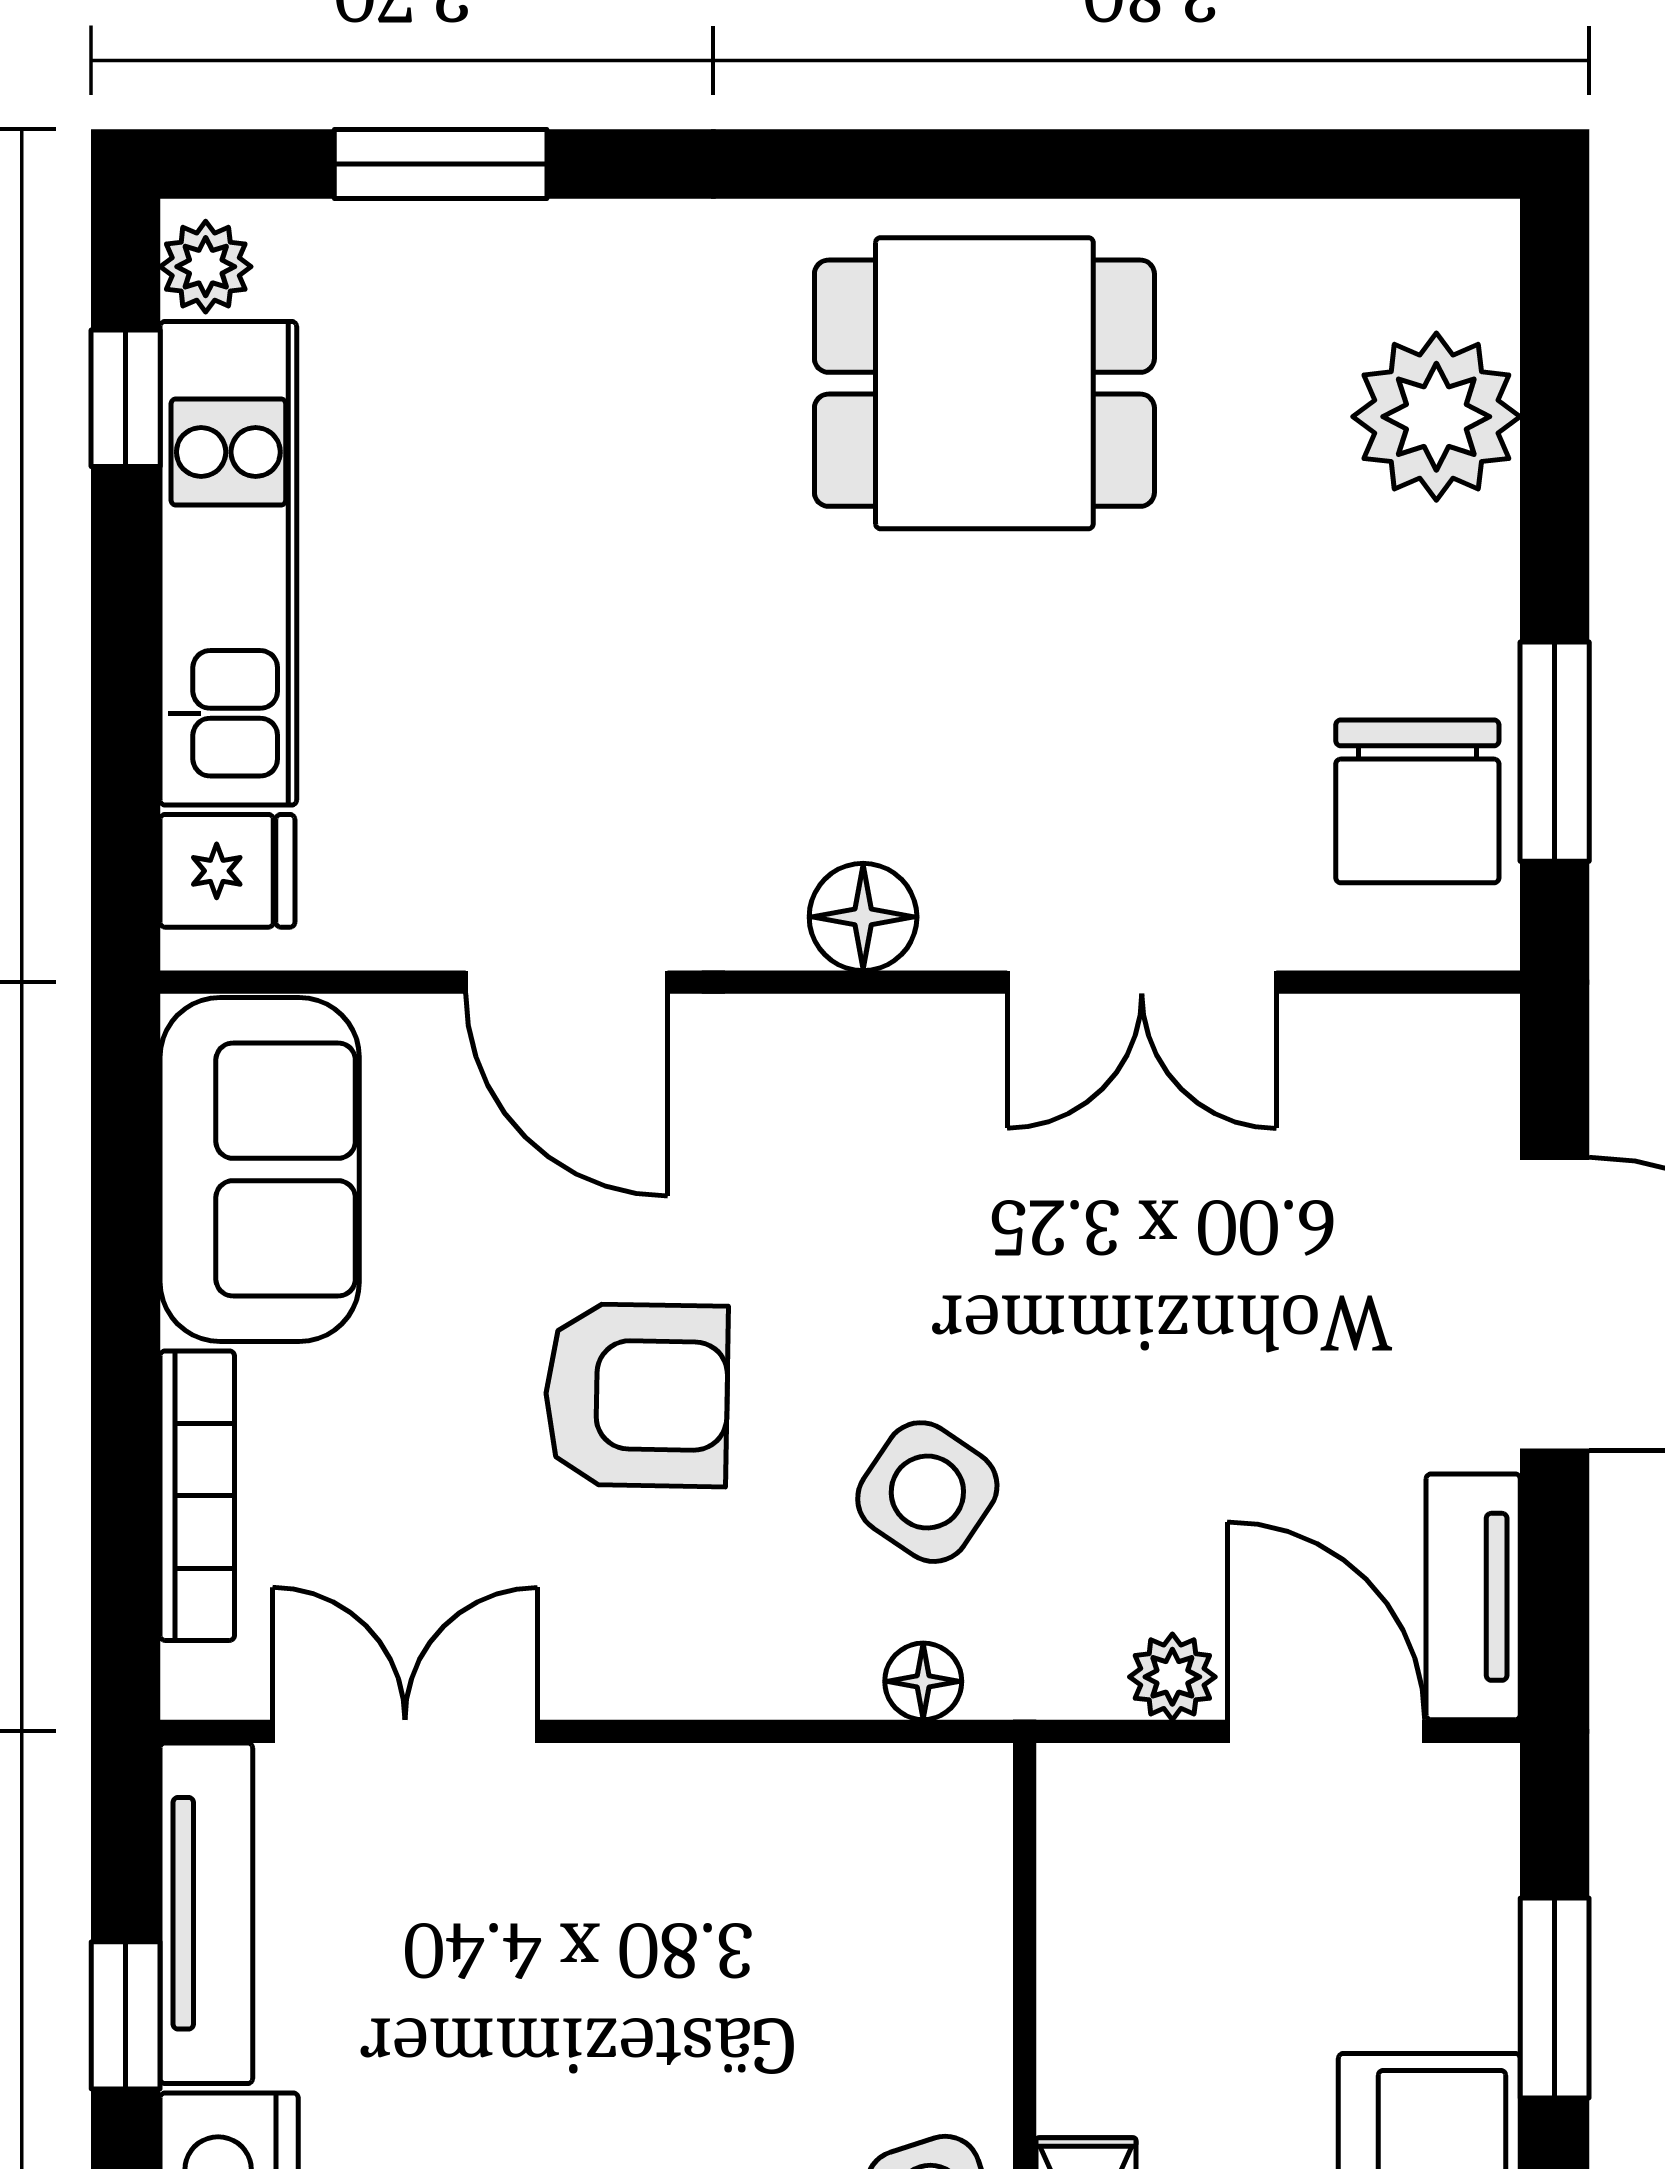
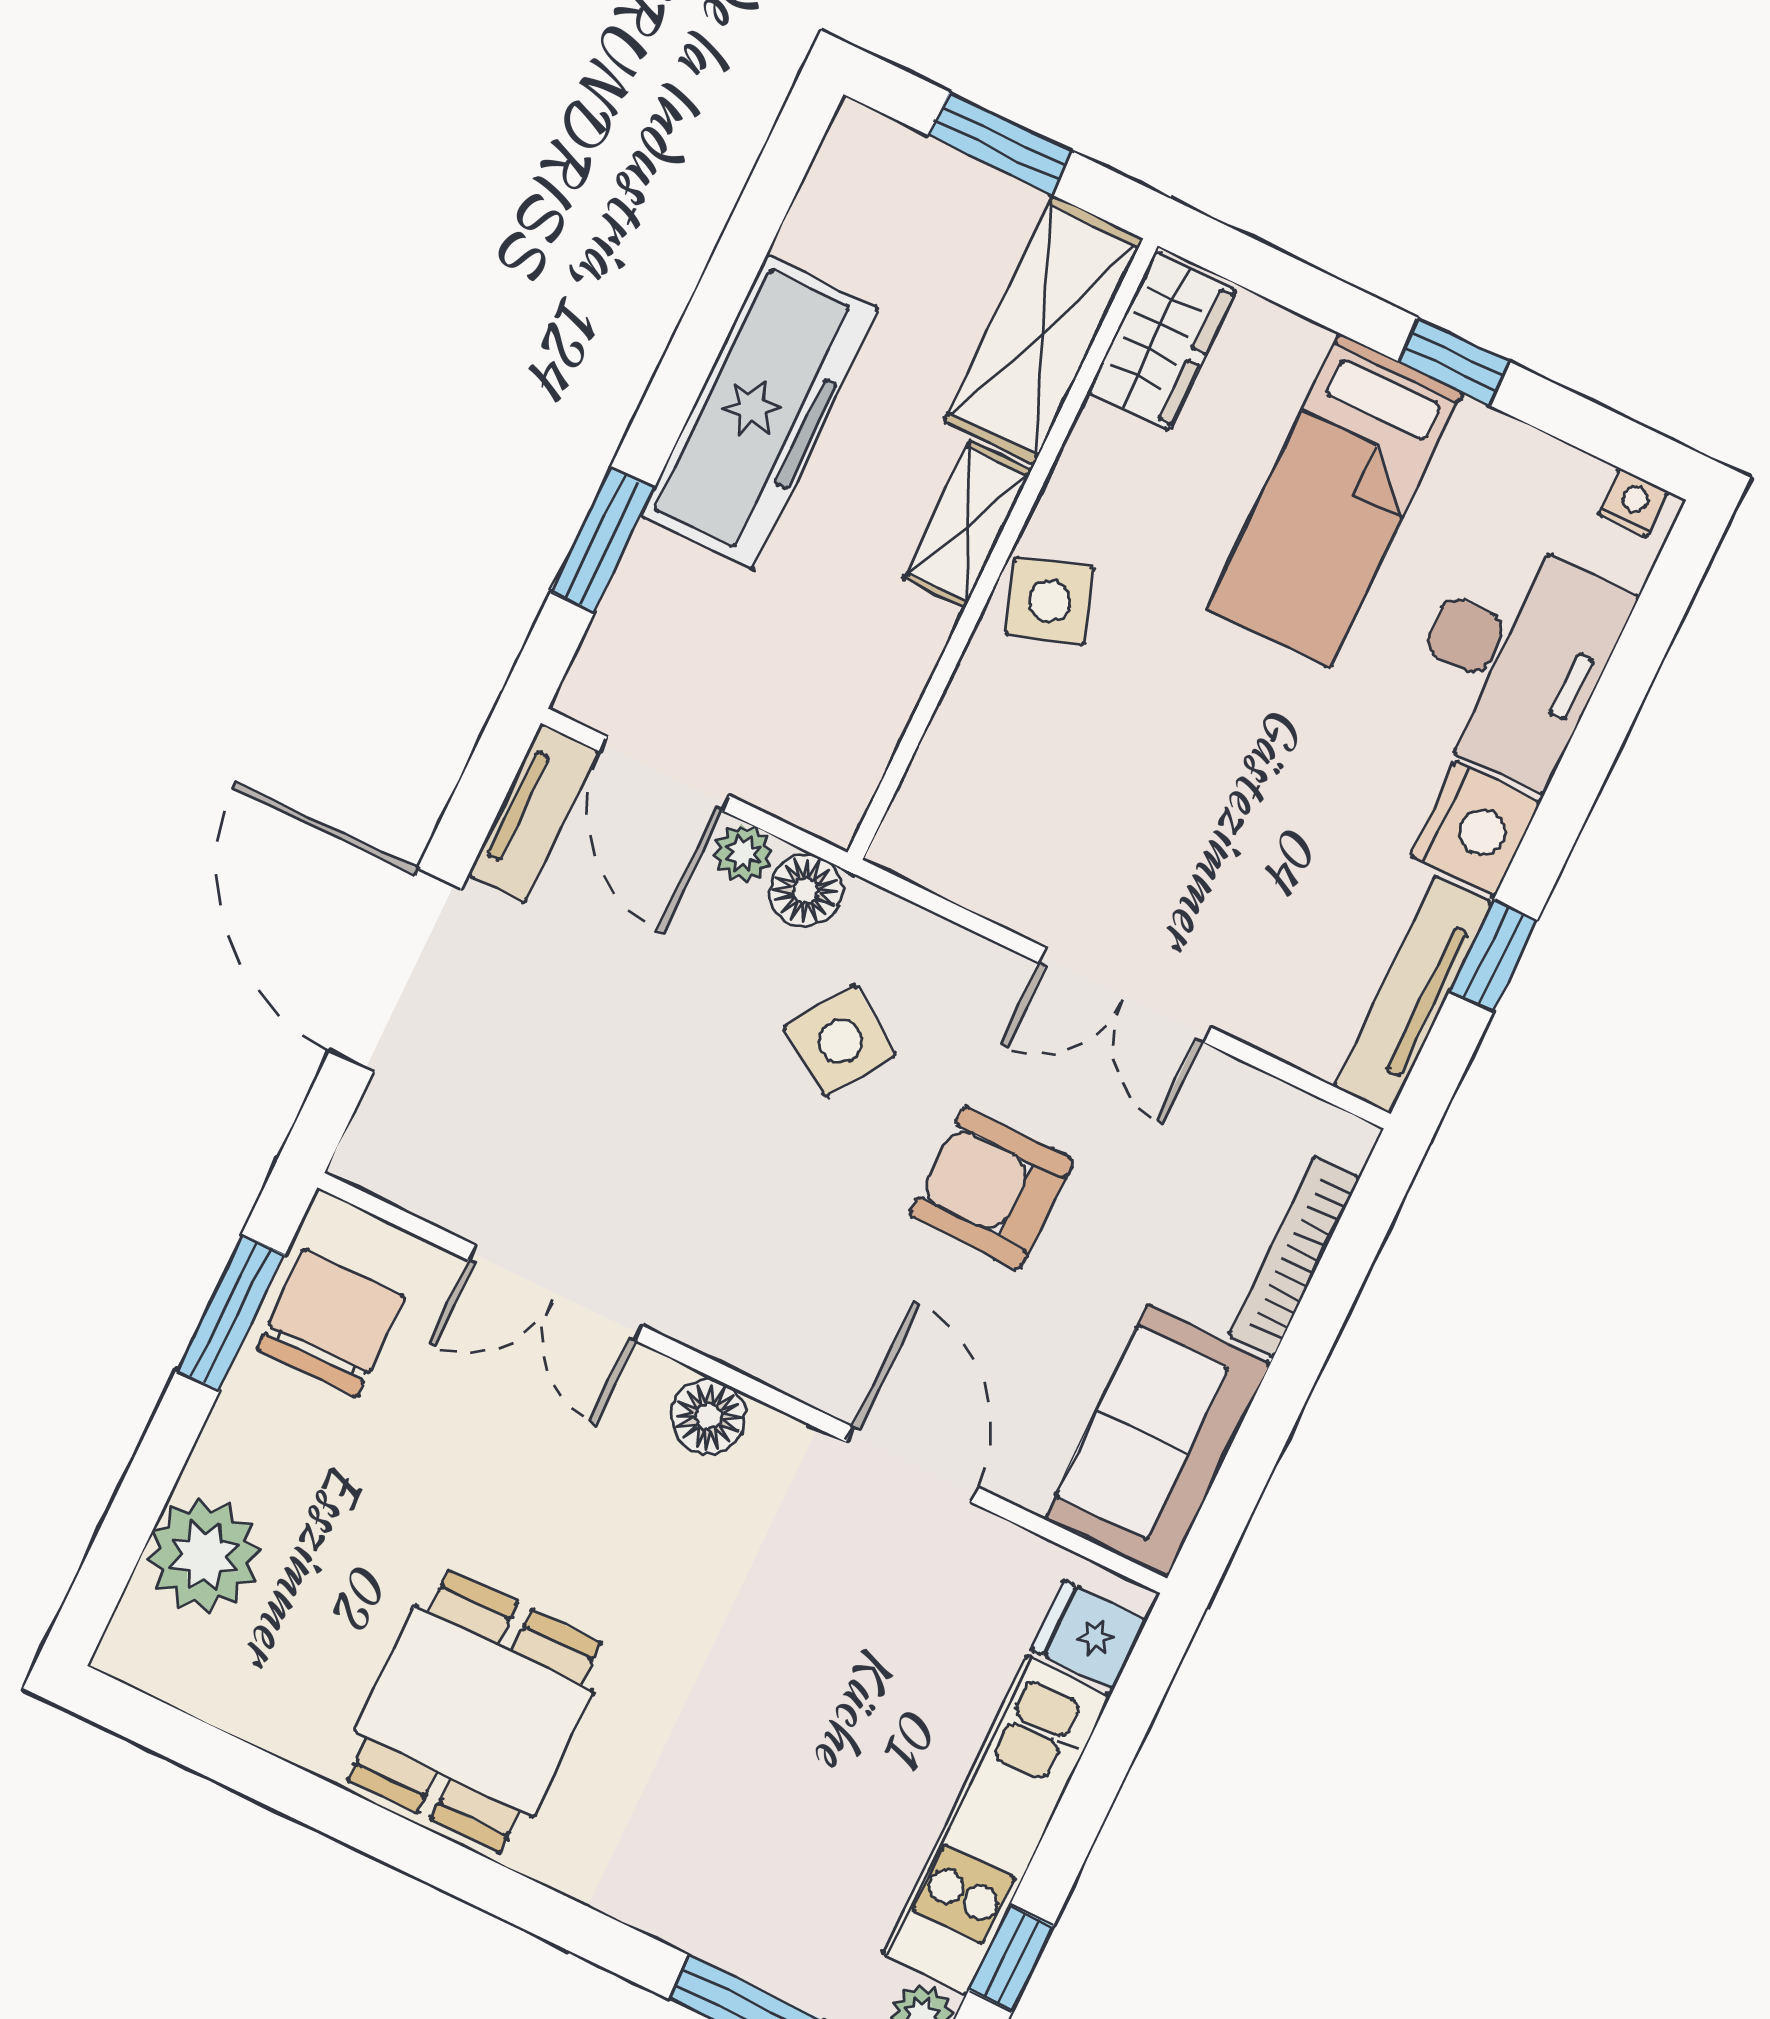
dining table: (984, 383) -> (474, 1711), turned 90
double door: (1142, 982) -> (555, 1293), swing flipped
floor lamp: (923, 1681) -> (806, 891), moved, width x1.37, depth x1.37
double door: (405, 1731) -> (1125, 995), moved

